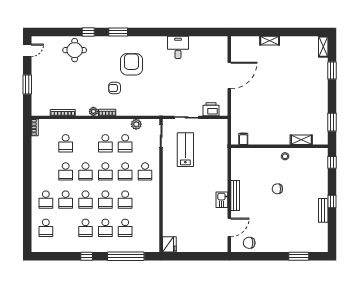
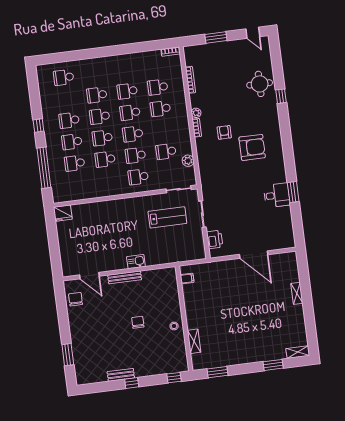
window: (118, 32) -> (293, 192), moved
school desk: (105, 143) -> (160, 109), moved
school desk: (46, 200) -> (94, 74), removed
kitchen sink: (222, 200) -> (136, 262), moved

